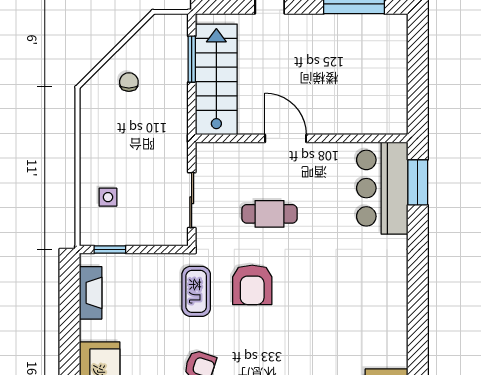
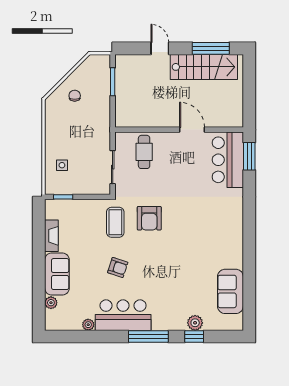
stairs: (216, 79) -> (204, 67), moved, turned 90
door: (286, 138) -> (192, 130), moved
cafe table: (269, 214) -> (144, 152), moved, turned 90
fireplace: (91, 293) -> (51, 236), moved

